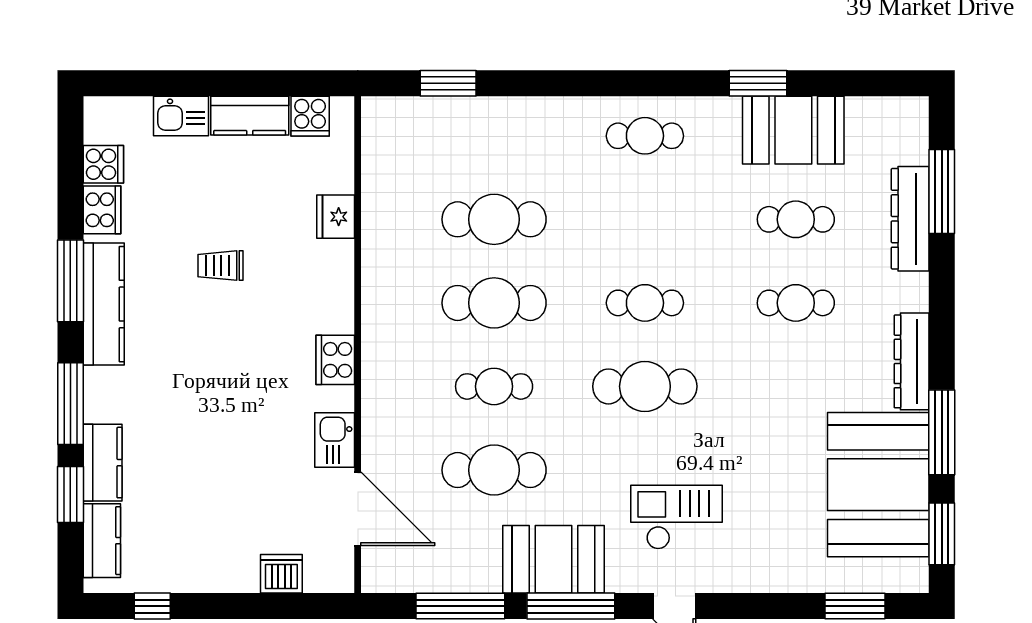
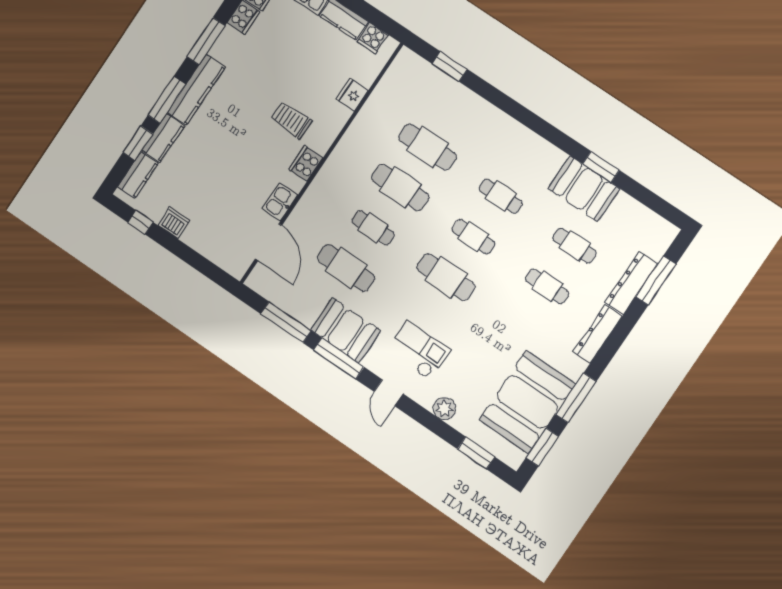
booth: (793, 130) -> (584, 189), moved
cafe table: (645, 136) -> (501, 196), moved
trolley: (221, 266) -> (291, 120), moved, width x1.36, depth x1.39
kitchen counter: (104, 304) -> (196, 90), moved
dresser: (912, 361) -> (598, 334), moved
dishwasher: (281, 574) -> (174, 223), moved
plant: (768, 574) -> (444, 409), added

